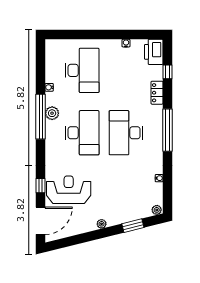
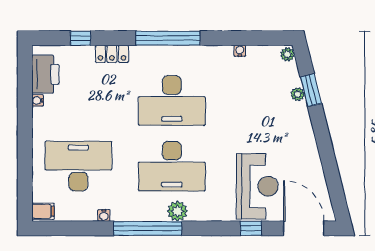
filing cabinet: (52, 47) -> (43, 211), added
printer: (154, 52) -> (45, 74), moved, turned -90
plant: (52, 113) -> (177, 211), moved
desk: (82, 133) -> (172, 166), turned 180
reception desk: (69, 190) -> (257, 186), turned 180
plant: (102, 224) -> (298, 94), moved

